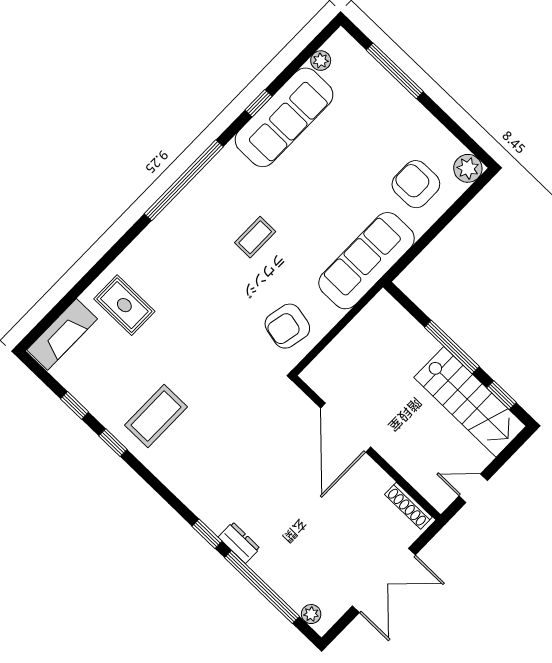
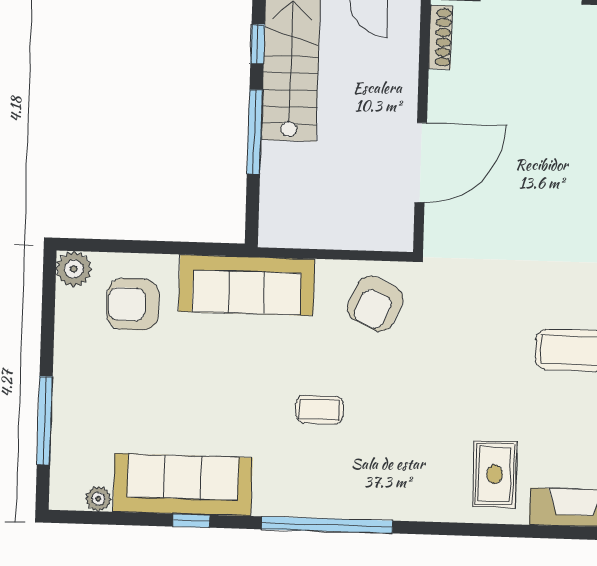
armchair: (416, 184) -> (133, 304), turned 90
armchair: (287, 326) -> (375, 304), turned 103

